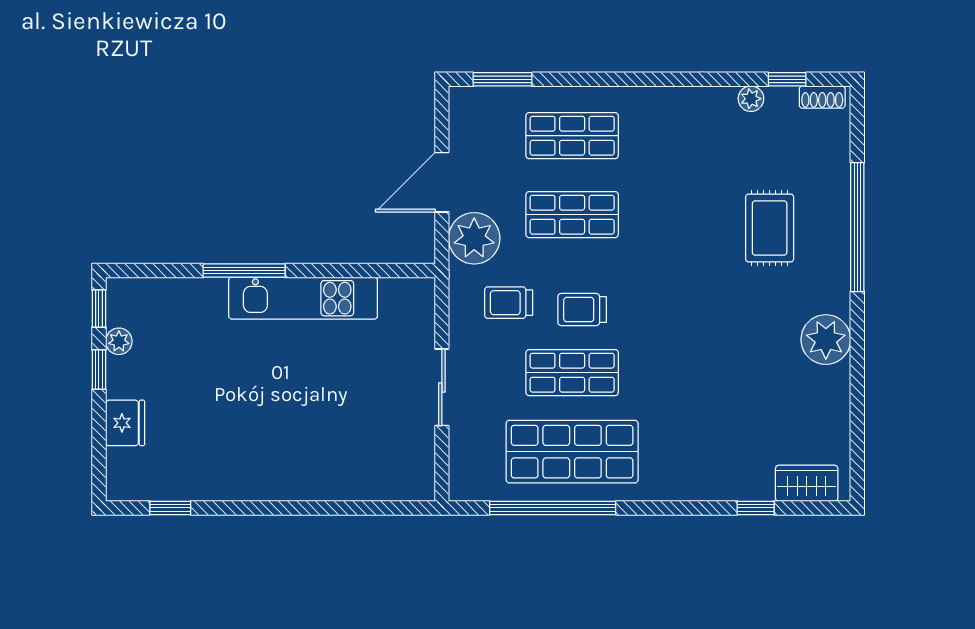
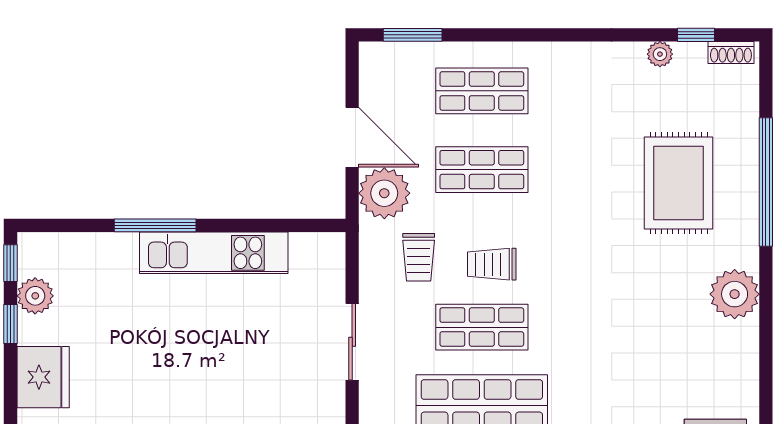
door: (442, 182) -> (352, 137), swing flipped
rug: (770, 228) -> (679, 183), width x1.36, depth x1.43
trolley: (509, 303) -> (419, 257), turned -90
plant: (119, 341) -> (35, 296), width x1.38, depth x1.38
fridge: (125, 423) -> (43, 377), width x1.36, depth x1.34

